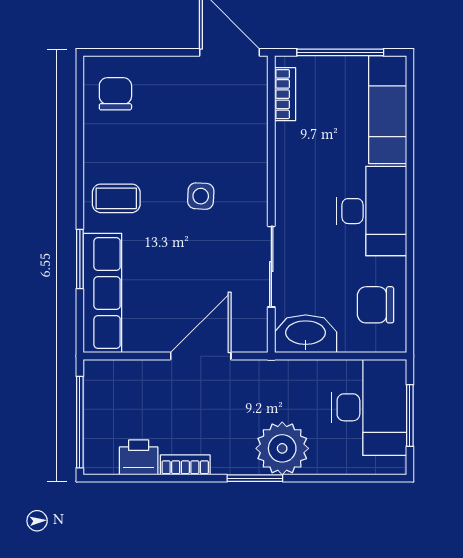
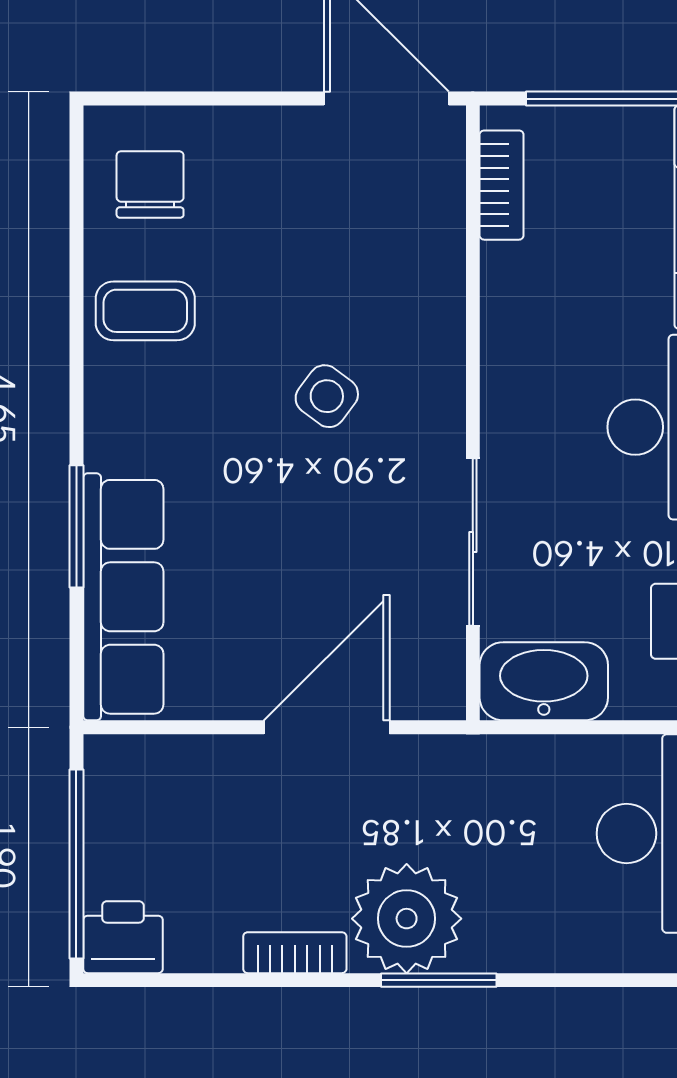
side table: (201, 196) -> (327, 396), turned 34
coffee table: (116, 198) -> (145, 311), moved
plant: (282, 448) -> (407, 919), moved
printer: (139, 457) -> (123, 937), moved

